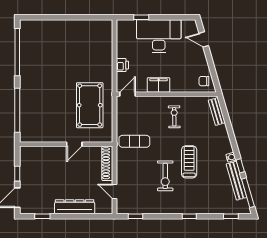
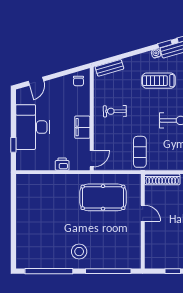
stool: (37, 82) -> (79, 252), added
door: (127, 94) -> (92, 159), swing flipped
treadmill: (189, 162) -> (159, 81), moved

